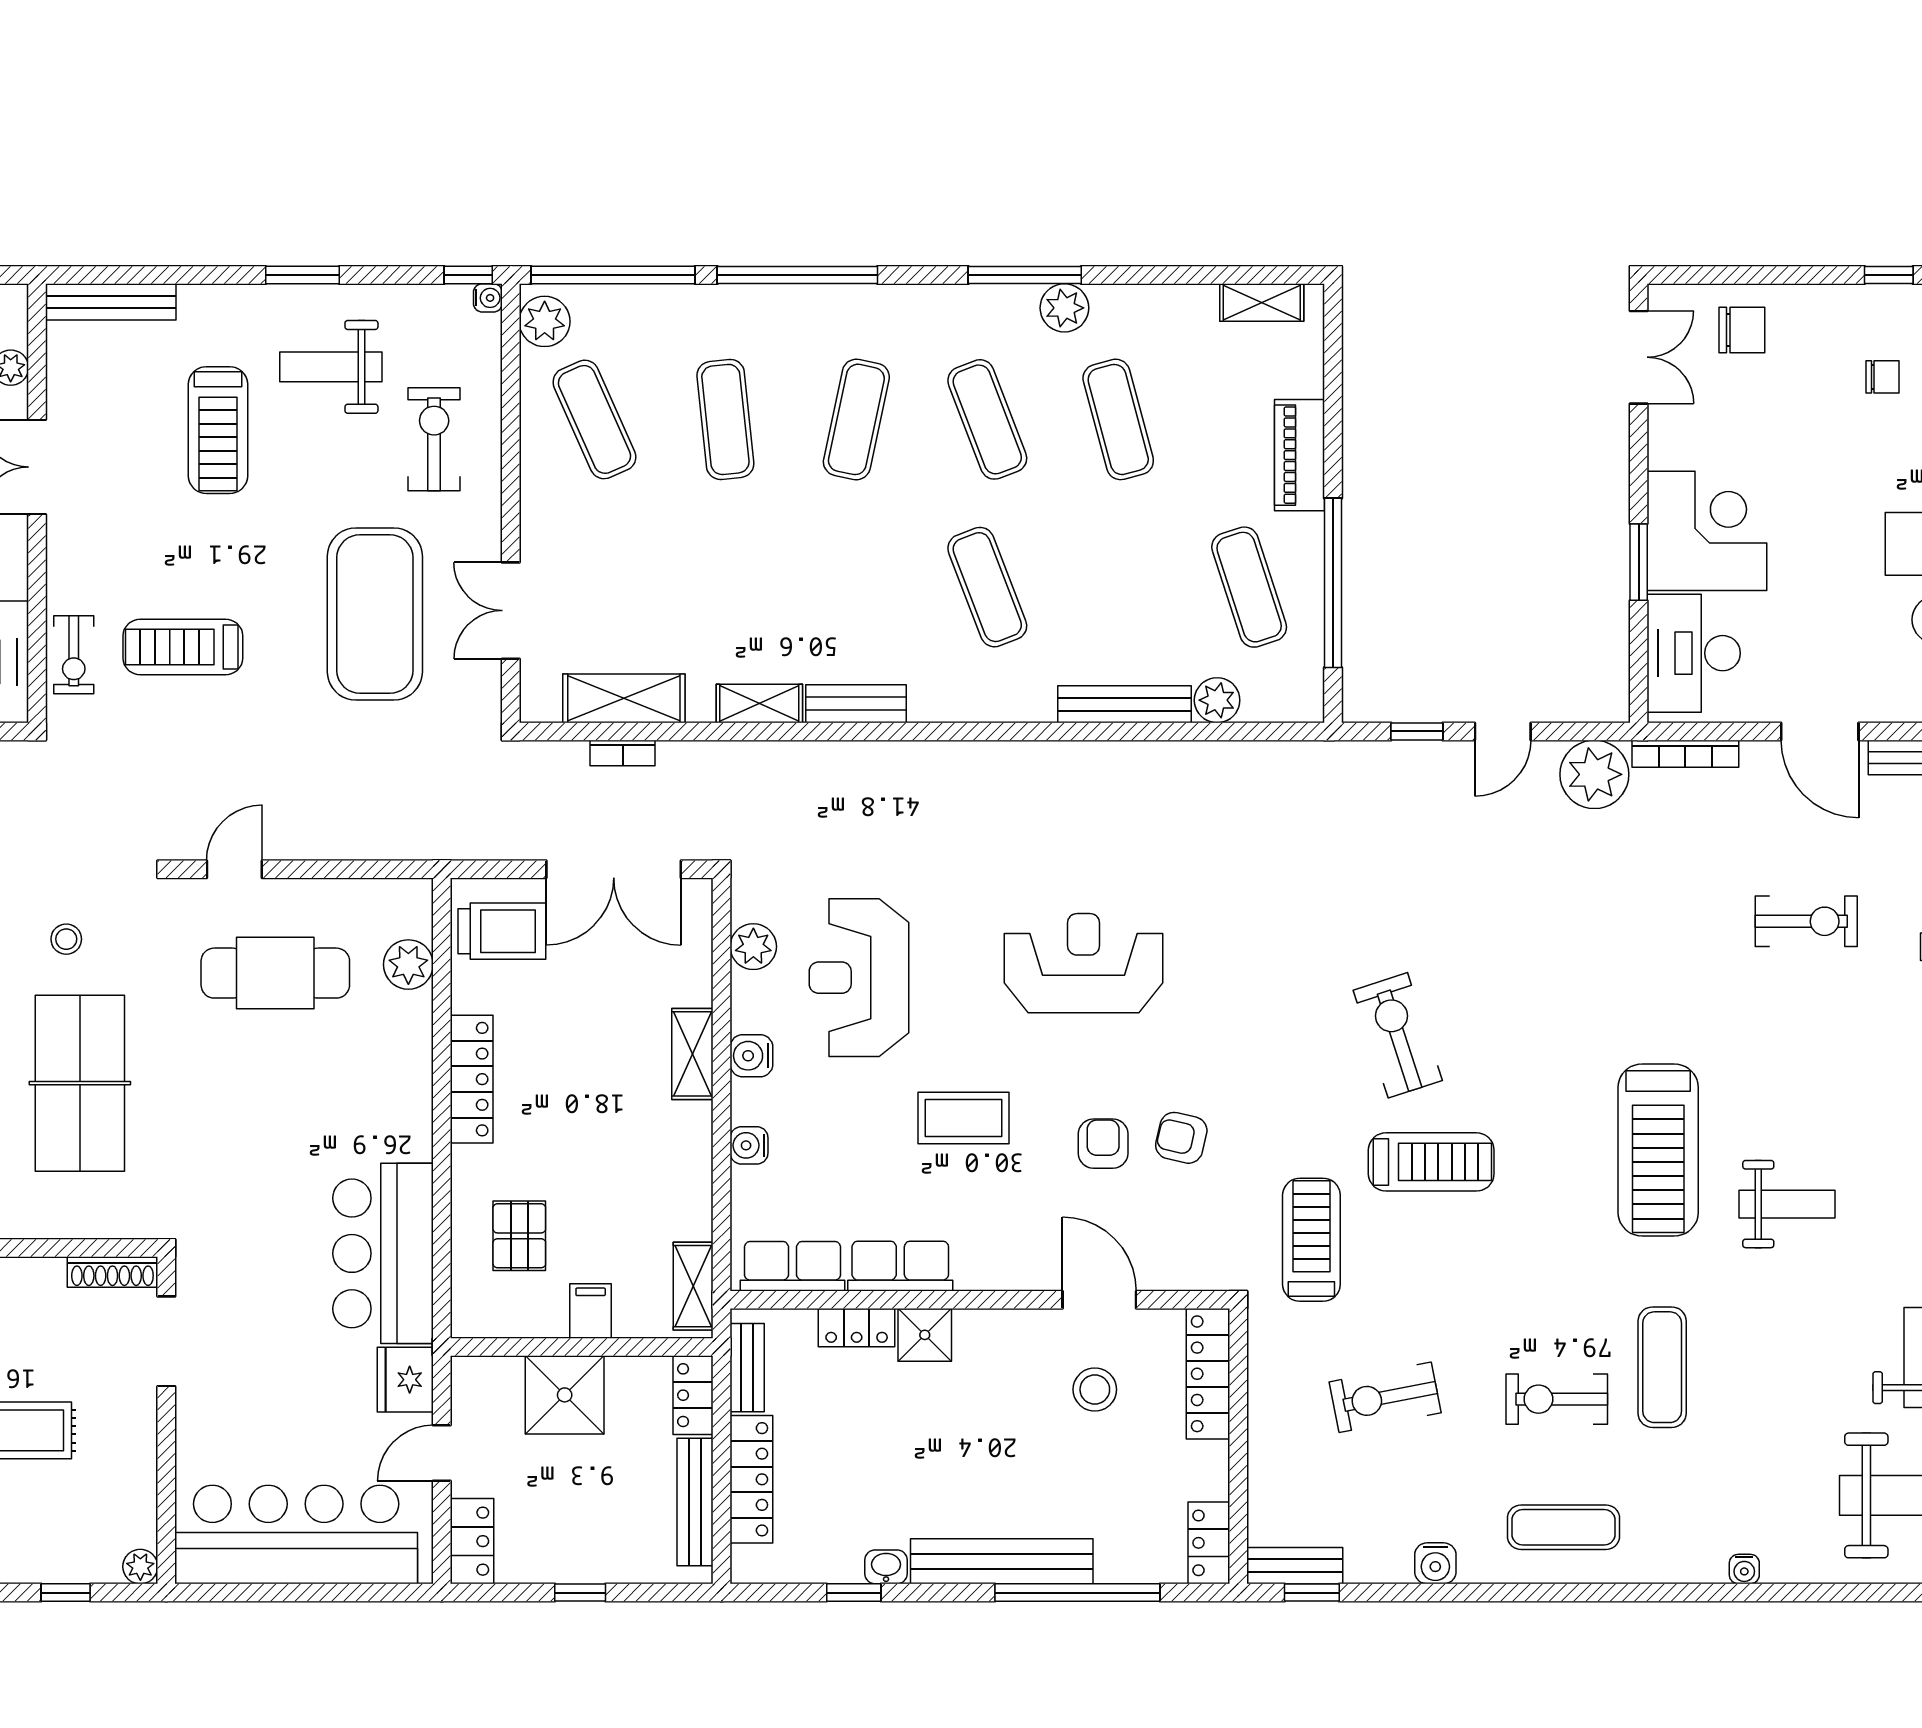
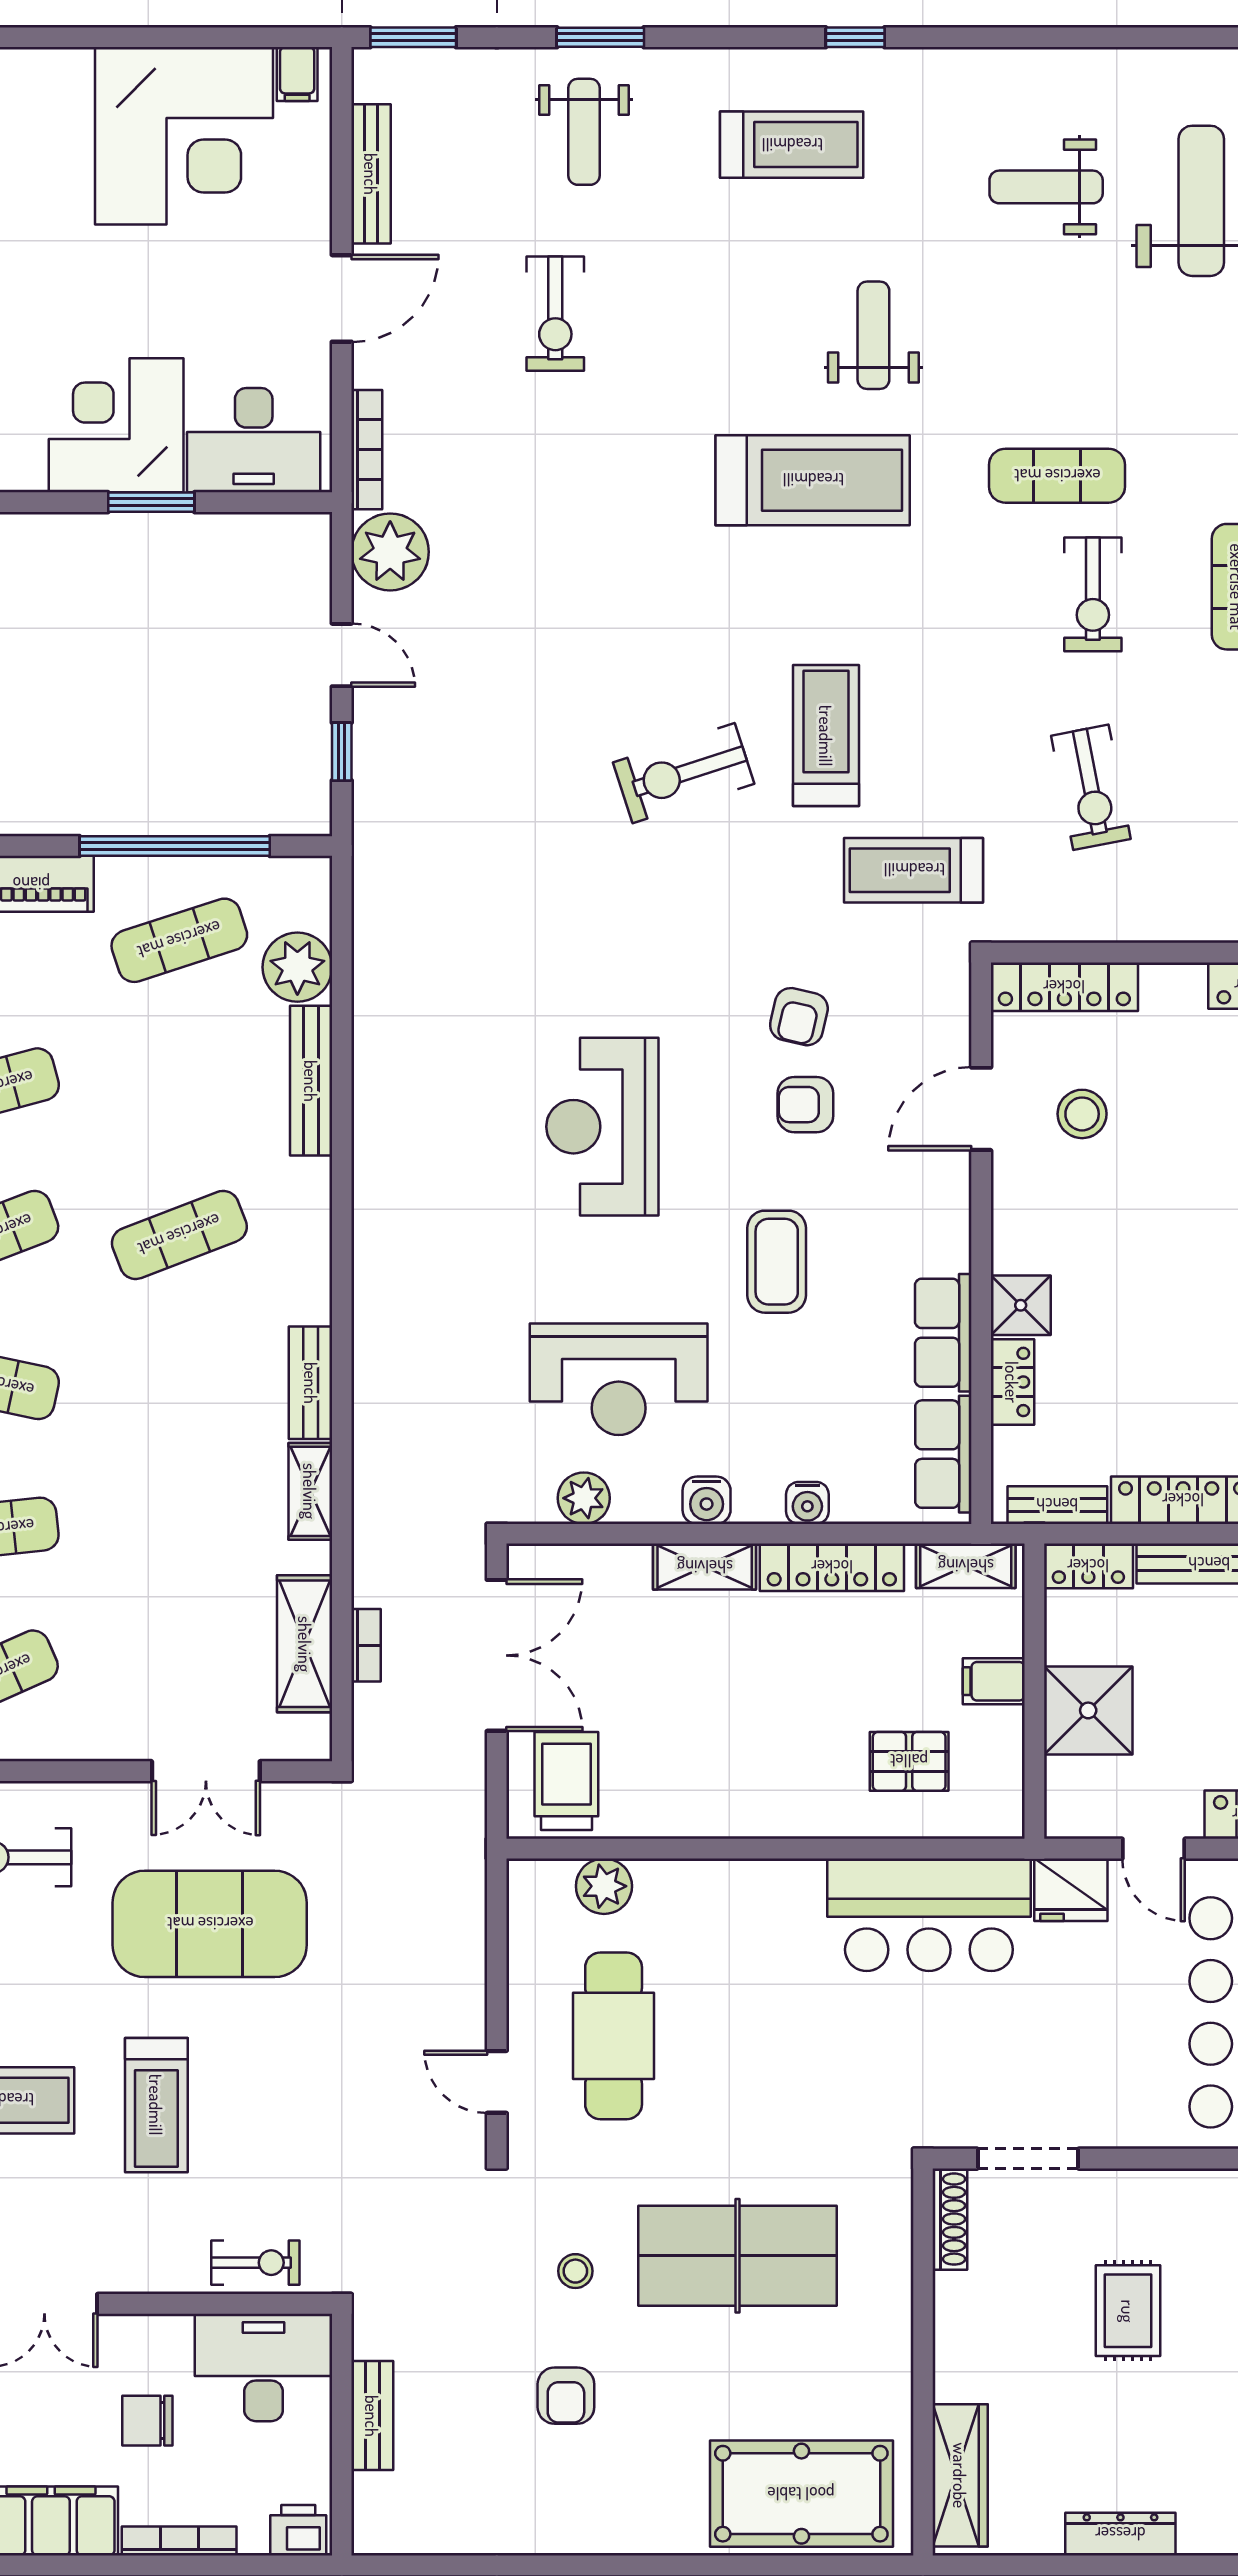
treadmill: (183, 647) -> (156, 2105), moved
plant: (1217, 700) -> (297, 967), width x1.36, depth x1.36
exercise bike: (1806, 921) -> (555, 314), turned 180
locker: (472, 1079) -> (832, 1567), moved, turned 180

